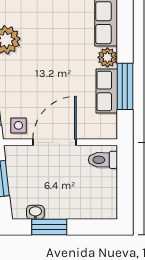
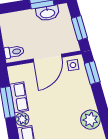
washbasin: (35, 212) -> (47, 13), width x1.91, depth x1.45

